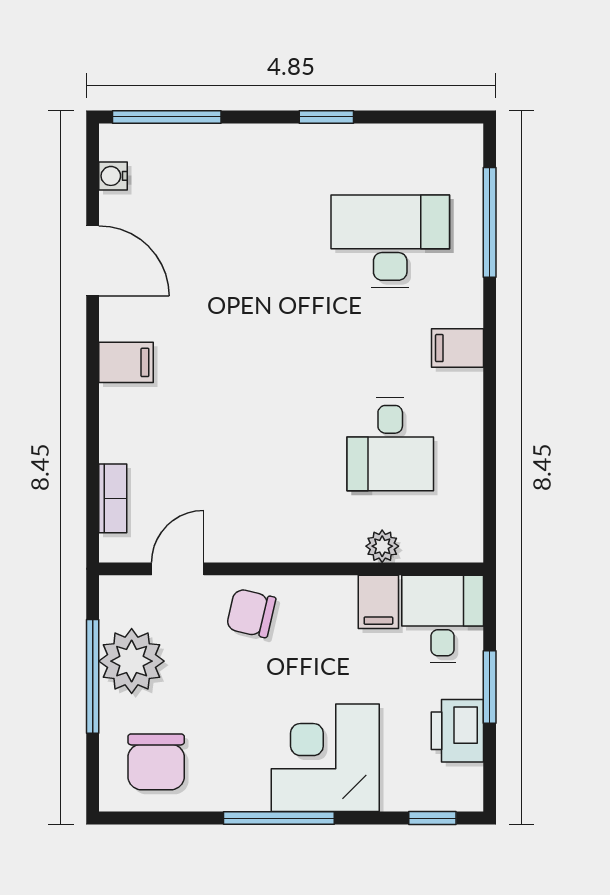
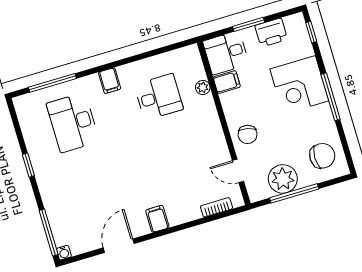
water cooler: (113, 176) -> (64, 253), moved

